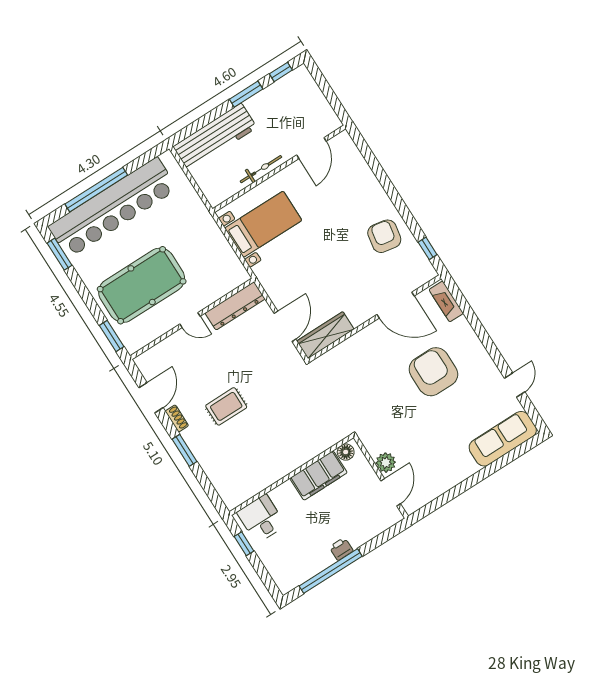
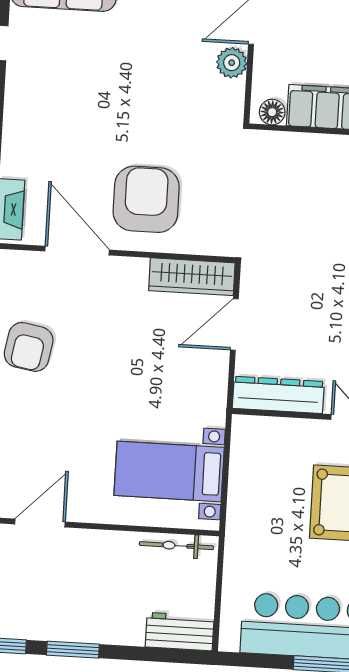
workbench: (215, 137) -> (180, 632), width x0.53, depth x0.76
bicycle: (261, 169) -> (176, 546), moved
armchair: (433, 372) -> (146, 199), moved, turned 180

